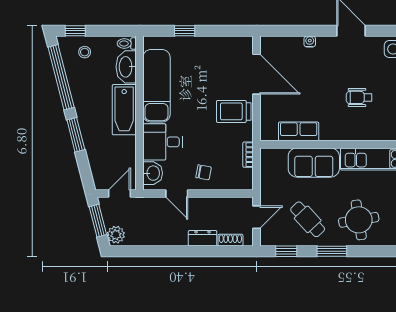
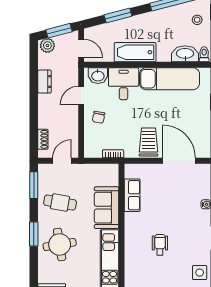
door: (257, 74) -> (179, 161), swing flipped
bathtub: (124, 110) -> (135, 52), moved
window: (76, 135) -> (118, 16), moved
door: (257, 217) -> (62, 161), swing flipped
cafe table: (308, 219) -> (60, 203), turned 53
dresser: (203, 238) -> (45, 82), moved
window: (286, 251) -> (34, 185), width x1.50
window: (332, 251) -> (34, 234), moved

